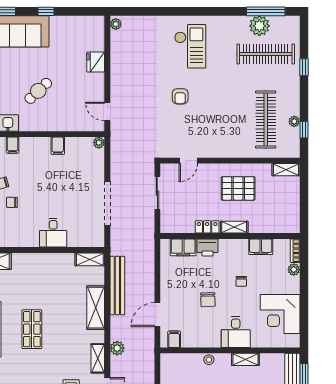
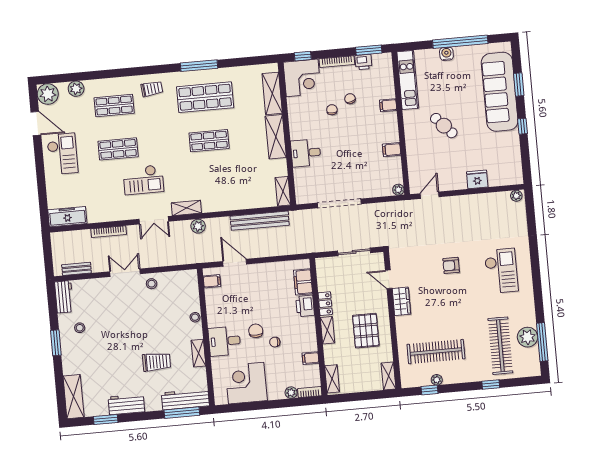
checkout: (190, 46) -> (501, 271), turned -90
wardrobe: (212, 150) -> (401, 301), added
shelving: (284, 227) -> (332, 379), added
filing cabinet: (261, 247) -> (311, 358), width x0.50
chair: (208, 300) -> (256, 331), moved, turned 92
shelving: (96, 308) -> (276, 137), moved, turned 90

